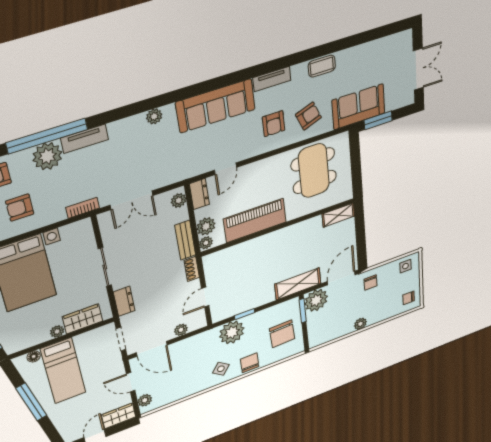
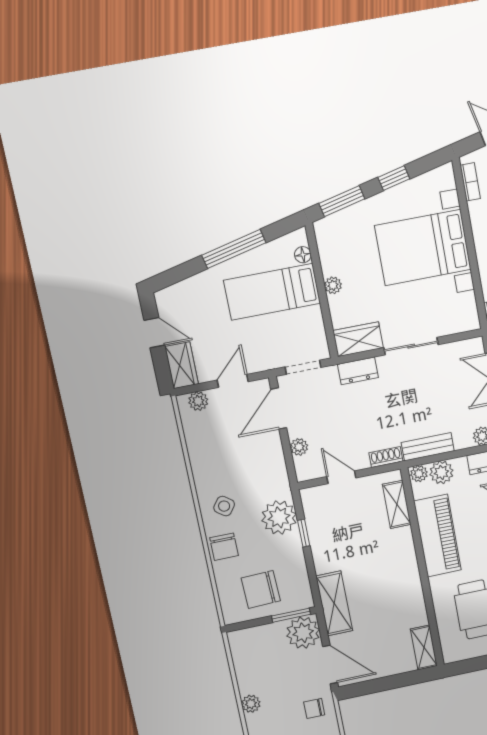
shelving: (229, 254) -> (397, 504), added
wardrobe: (83, 319) -> (358, 339), moved, turned -90
chair: (250, 363) -> (224, 547), turned 90

